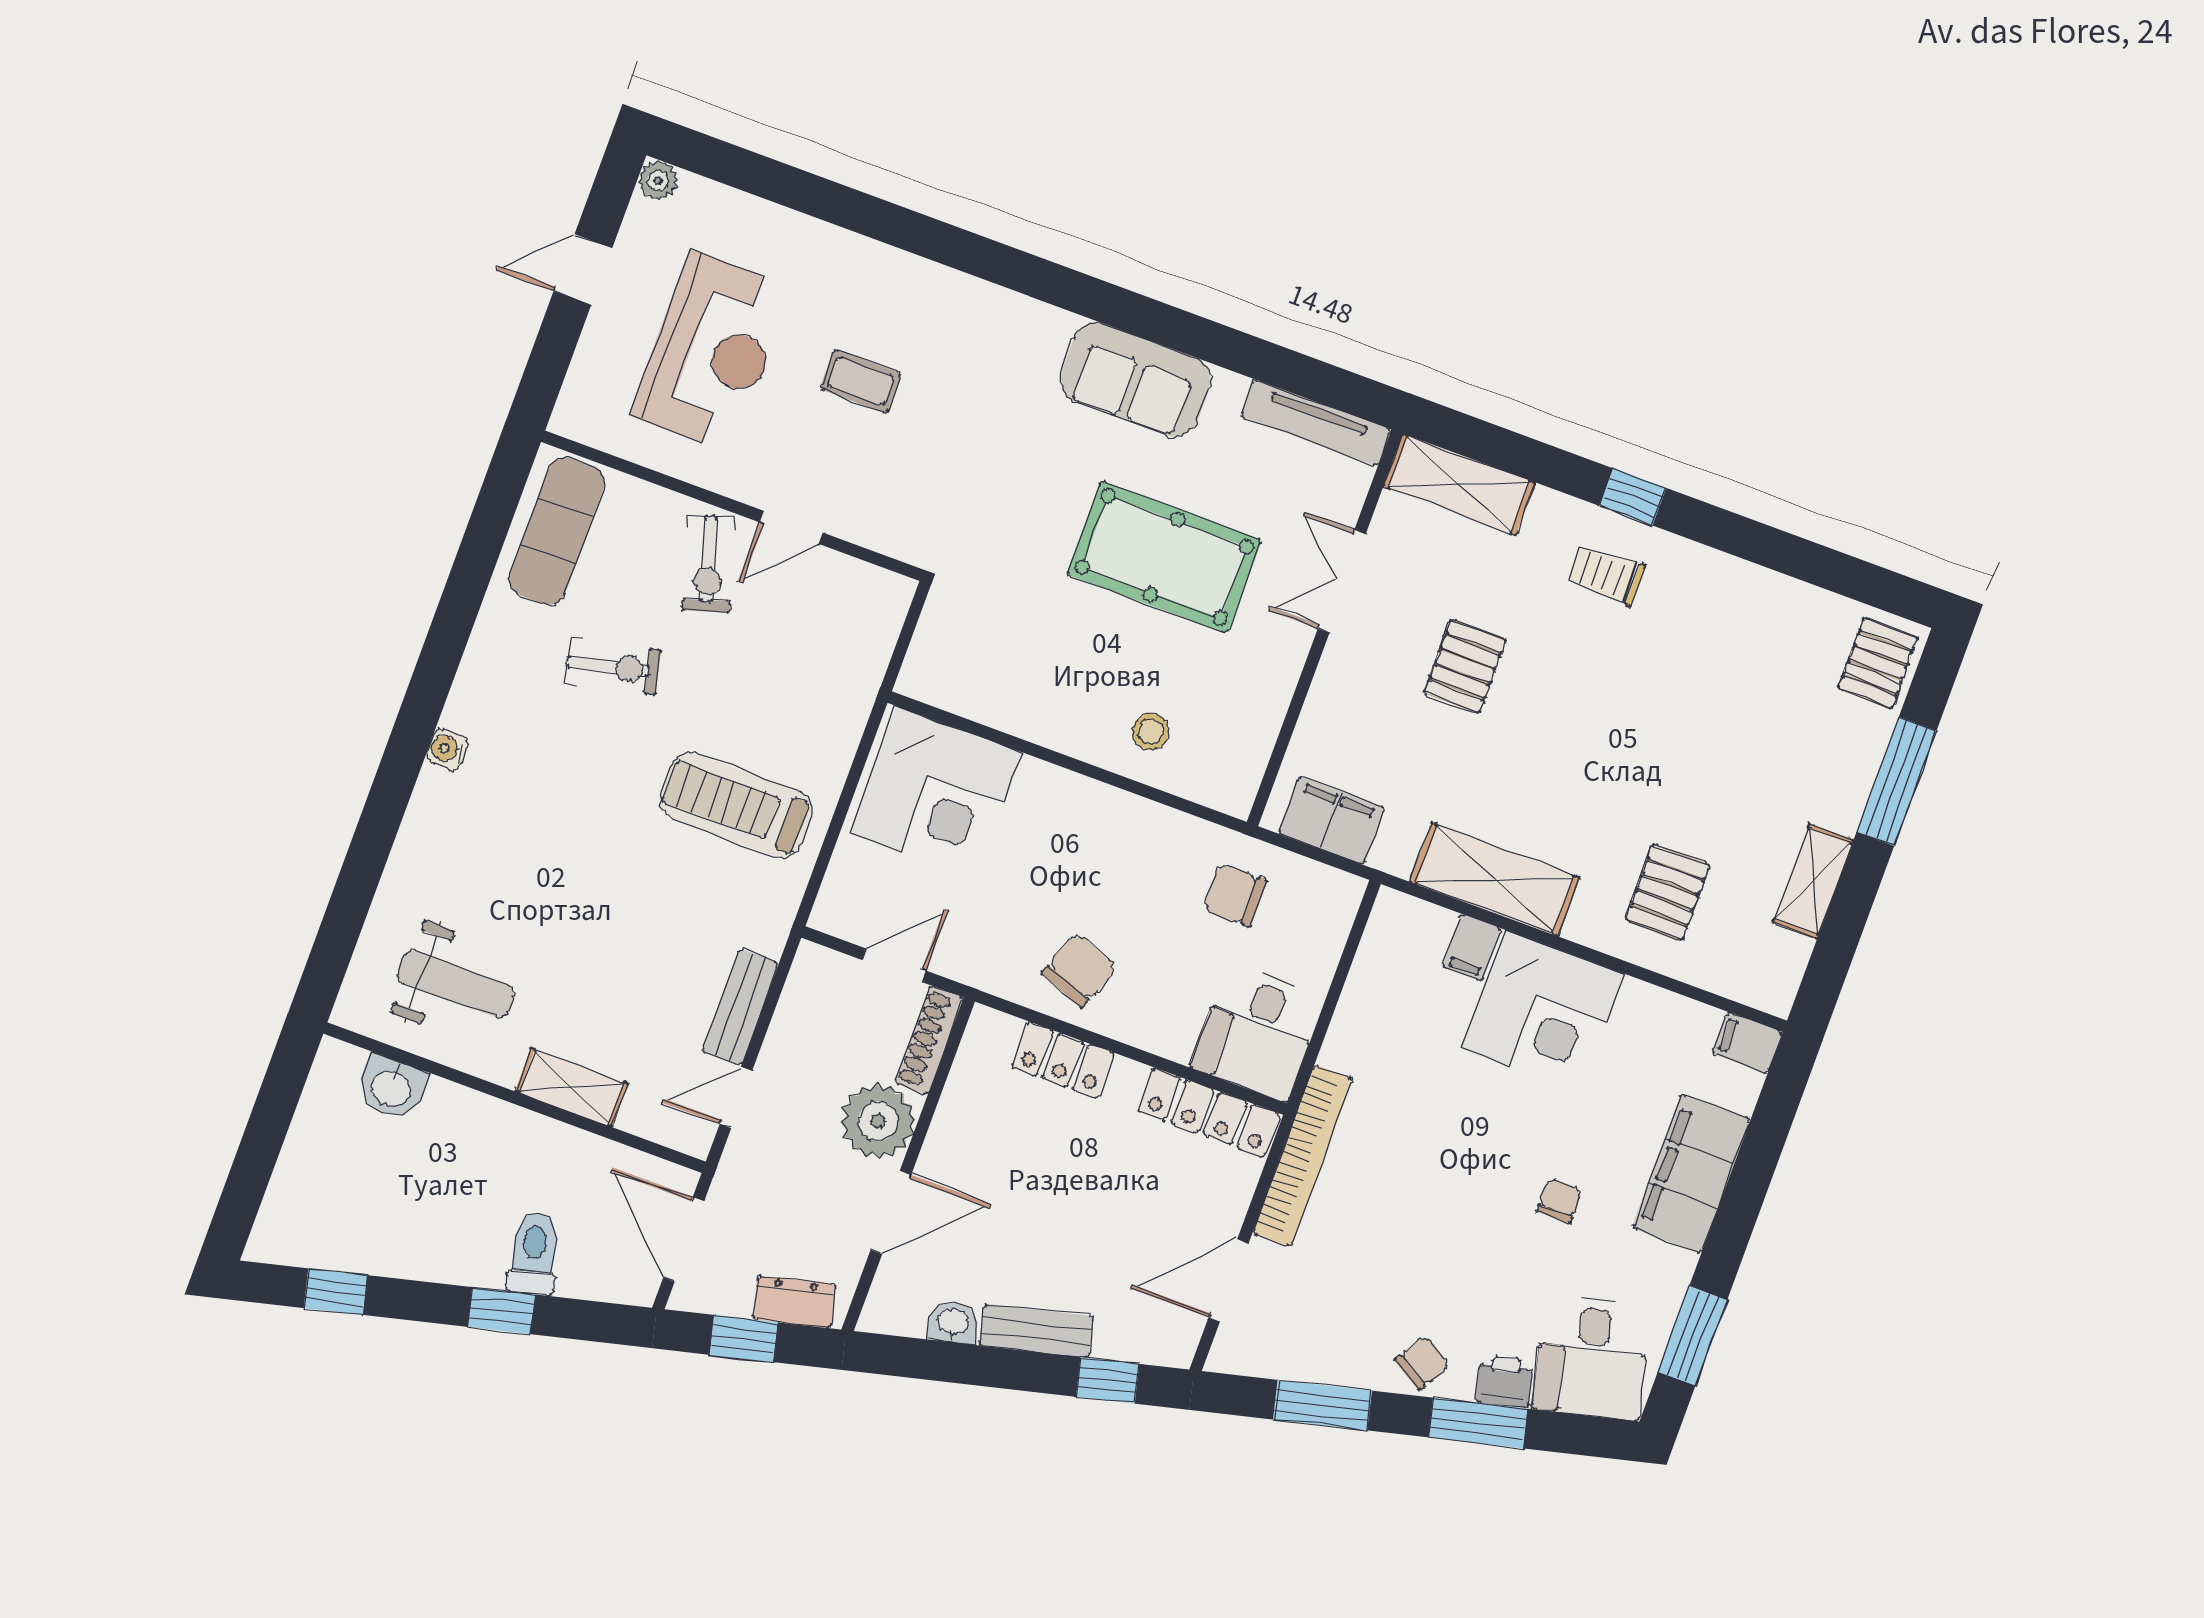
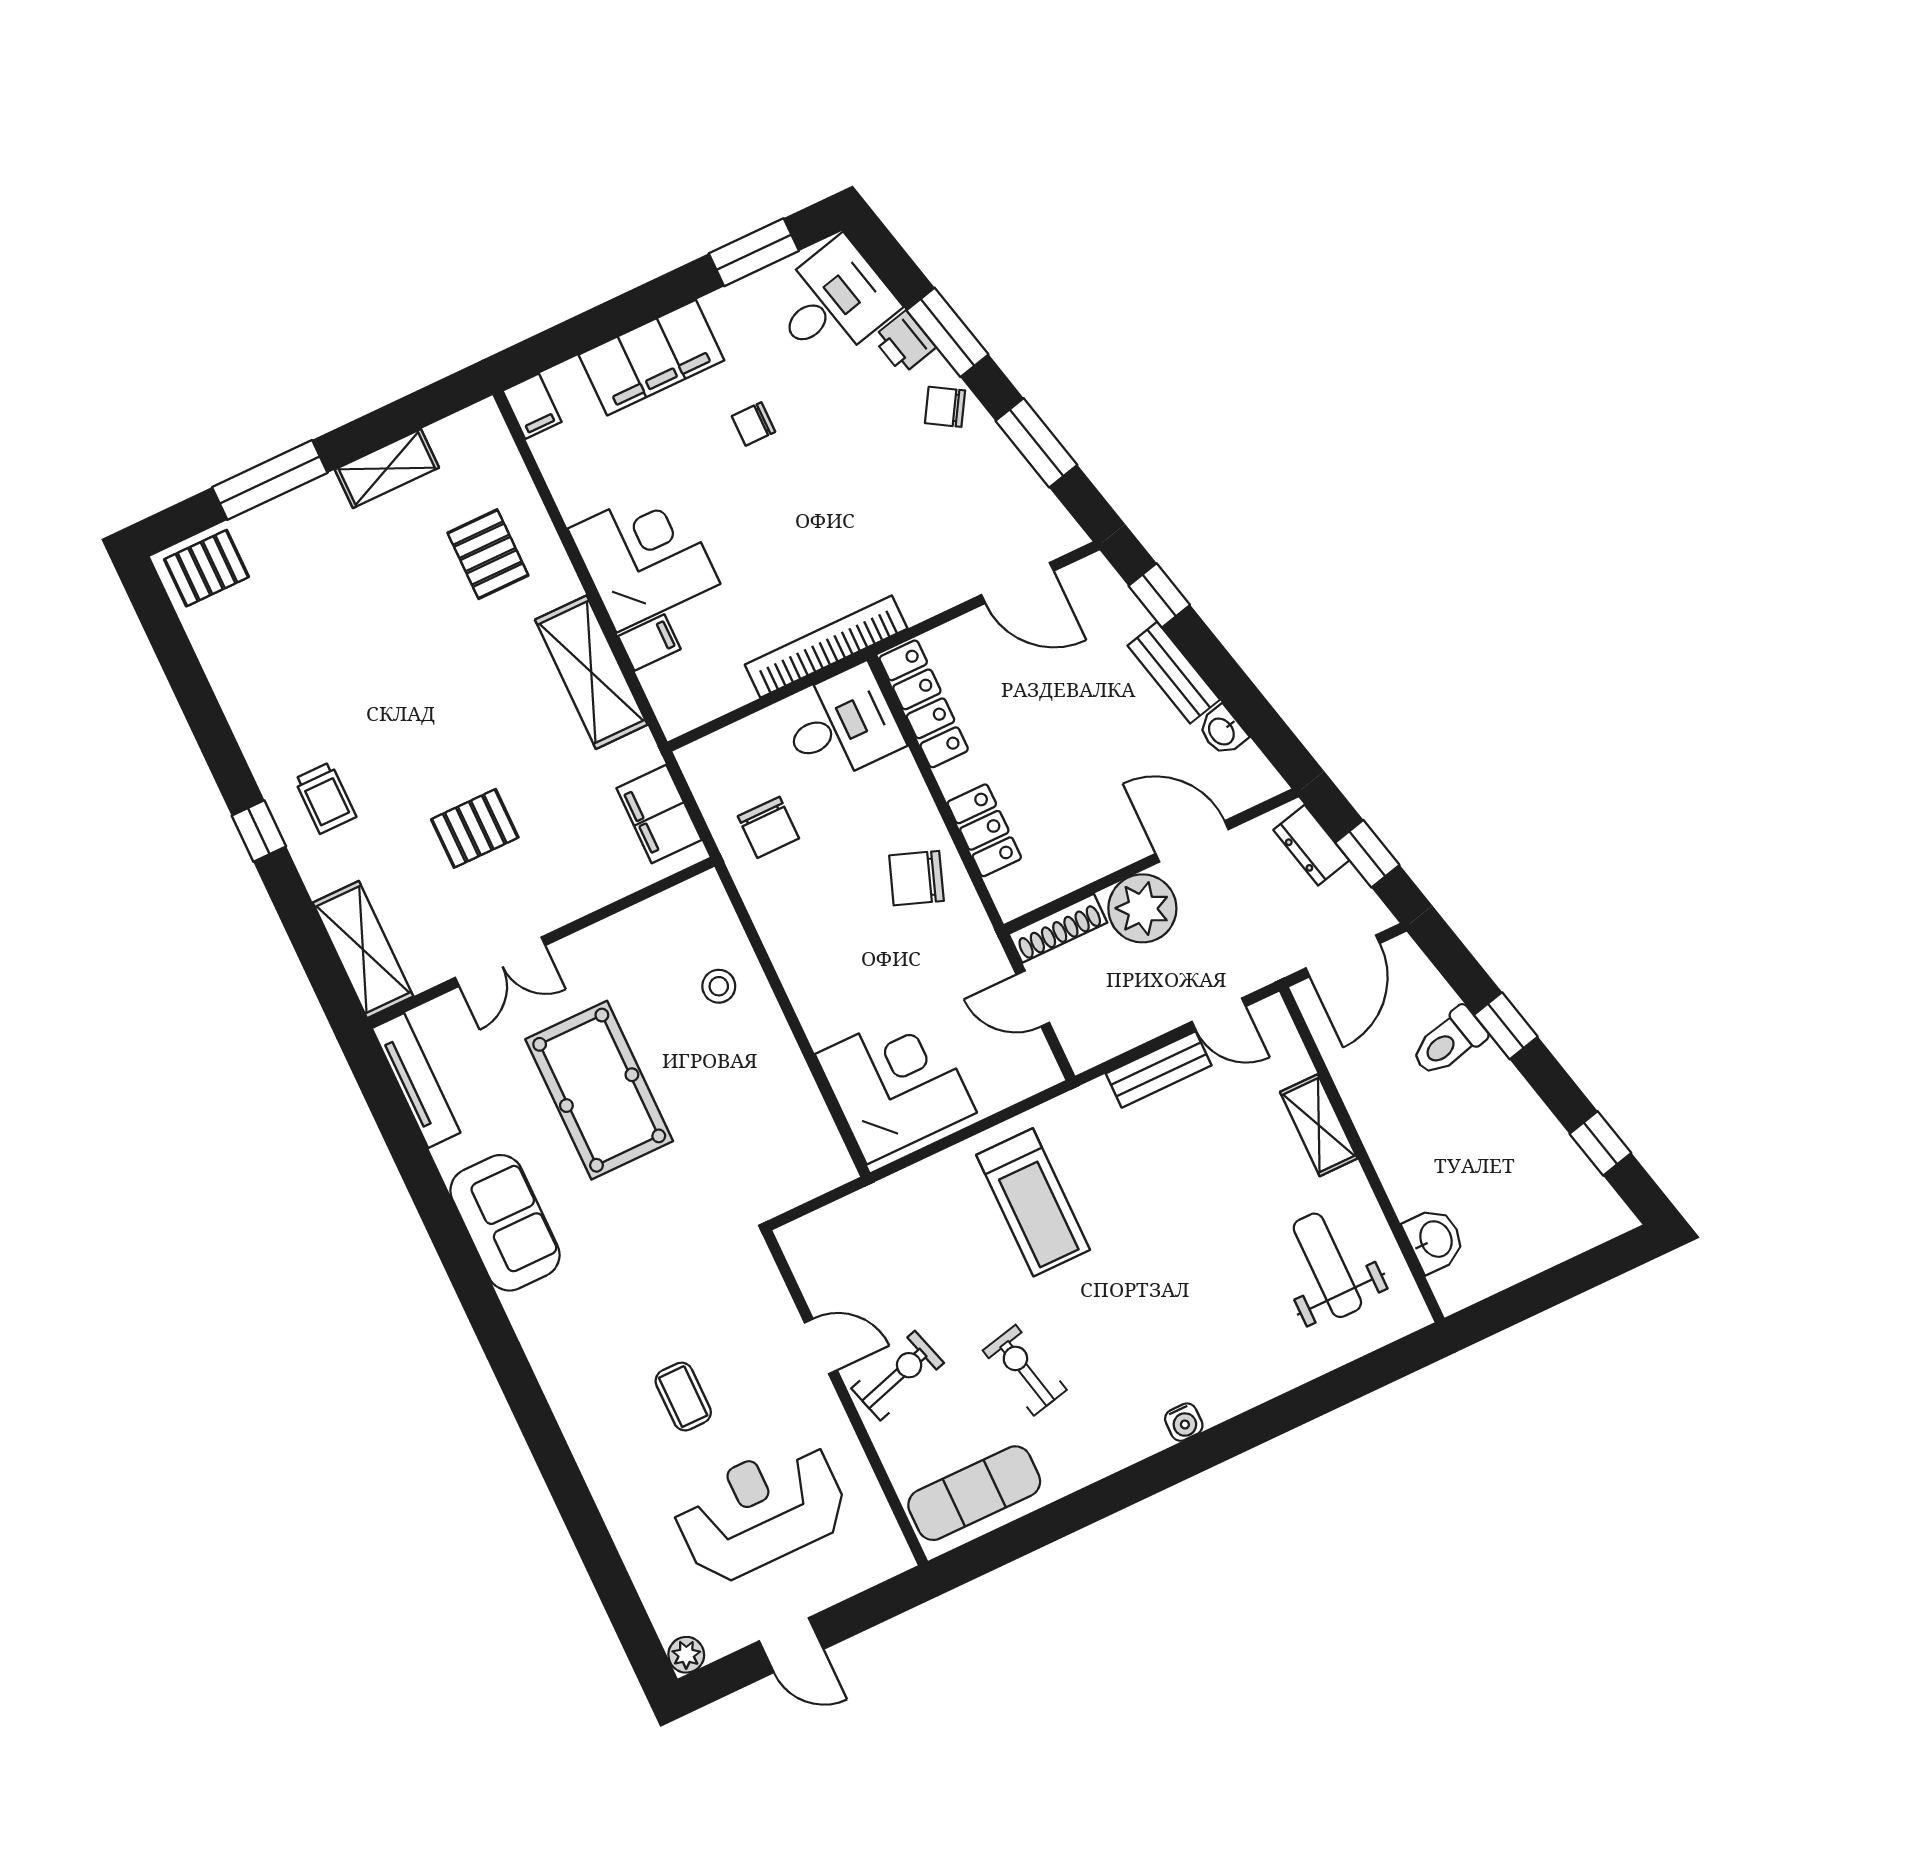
pallet: (1667, 892) -> (488, 554), turned 90
bookcase: (1303, 1156) -> (826, 647), moved

